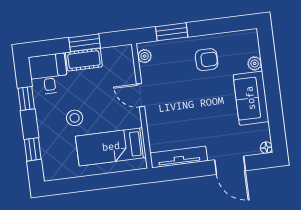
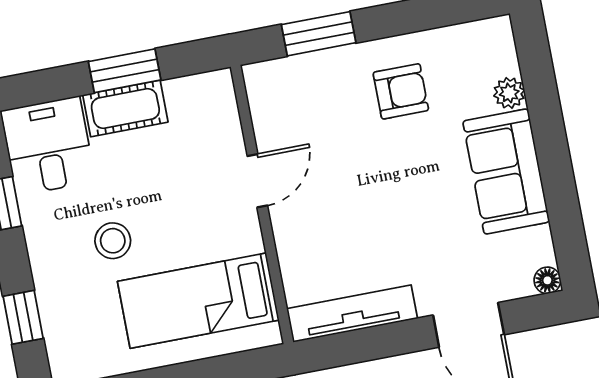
plant: (145, 56) -> (261, 92), removed
door: (140, 95) -> (257, 181), swing flipped

